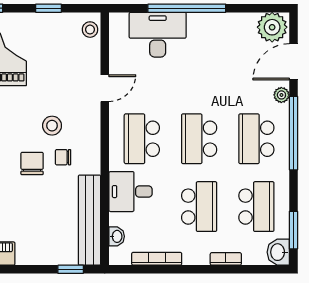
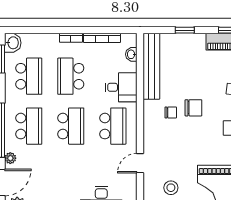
stool: (52, 126) -> (171, 188), moved
chair: (32, 164) -> (193, 108), turned -90
school desk: (256, 207) -> (29, 76), turned 180
bookcase: (226, 259) -> (71, 38), moved
window: (71, 269) -> (185, 30), moved

